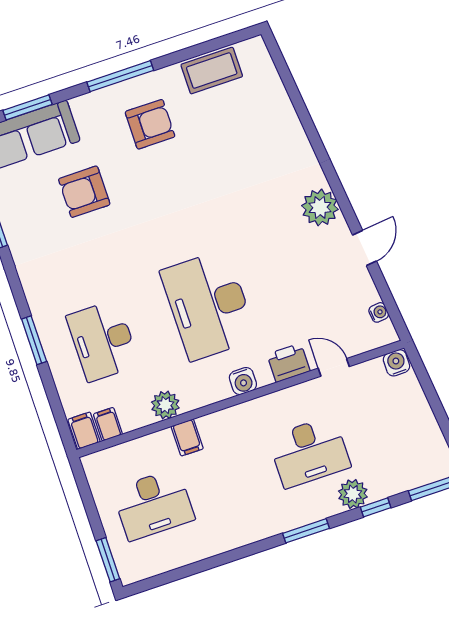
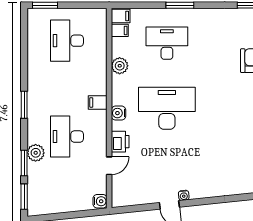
plant: (320, 207) -> (200, 188), removed
water cooler: (379, 312) -> (184, 195), moved
filing cabinet: (187, 437) -> (98, 102), moved
window: (376, 507) -> (24, 163), width x1.50
window: (306, 531) -> (24, 105), moved

